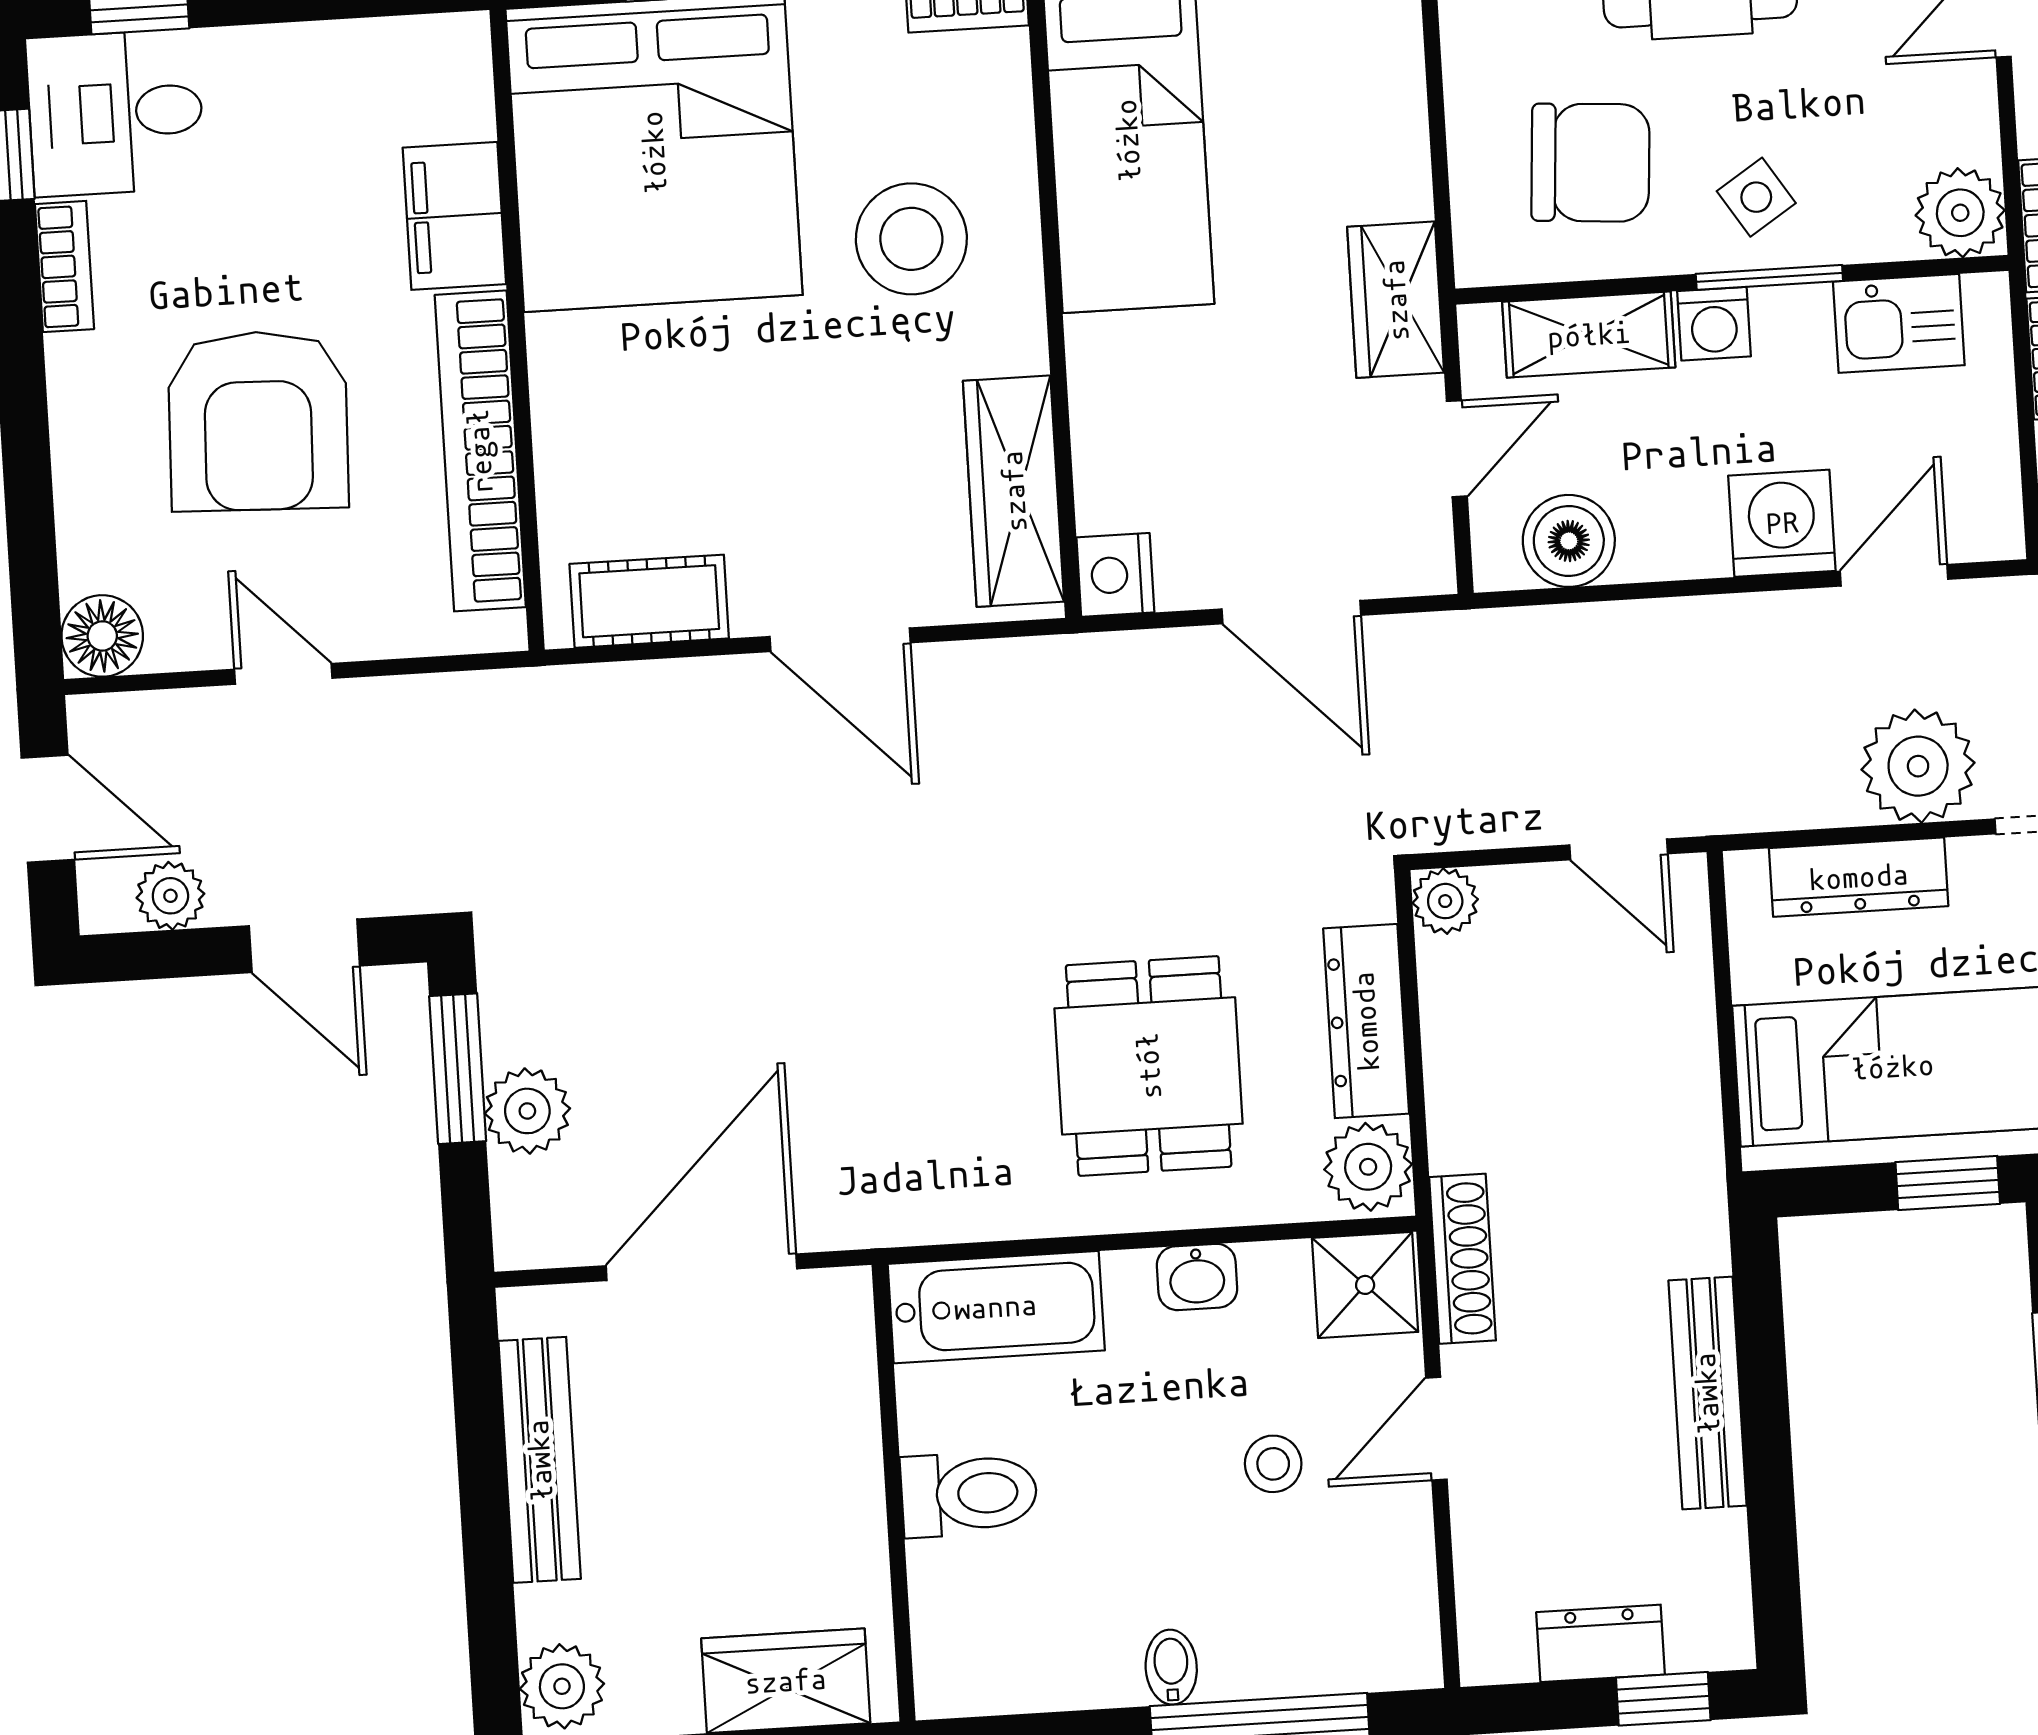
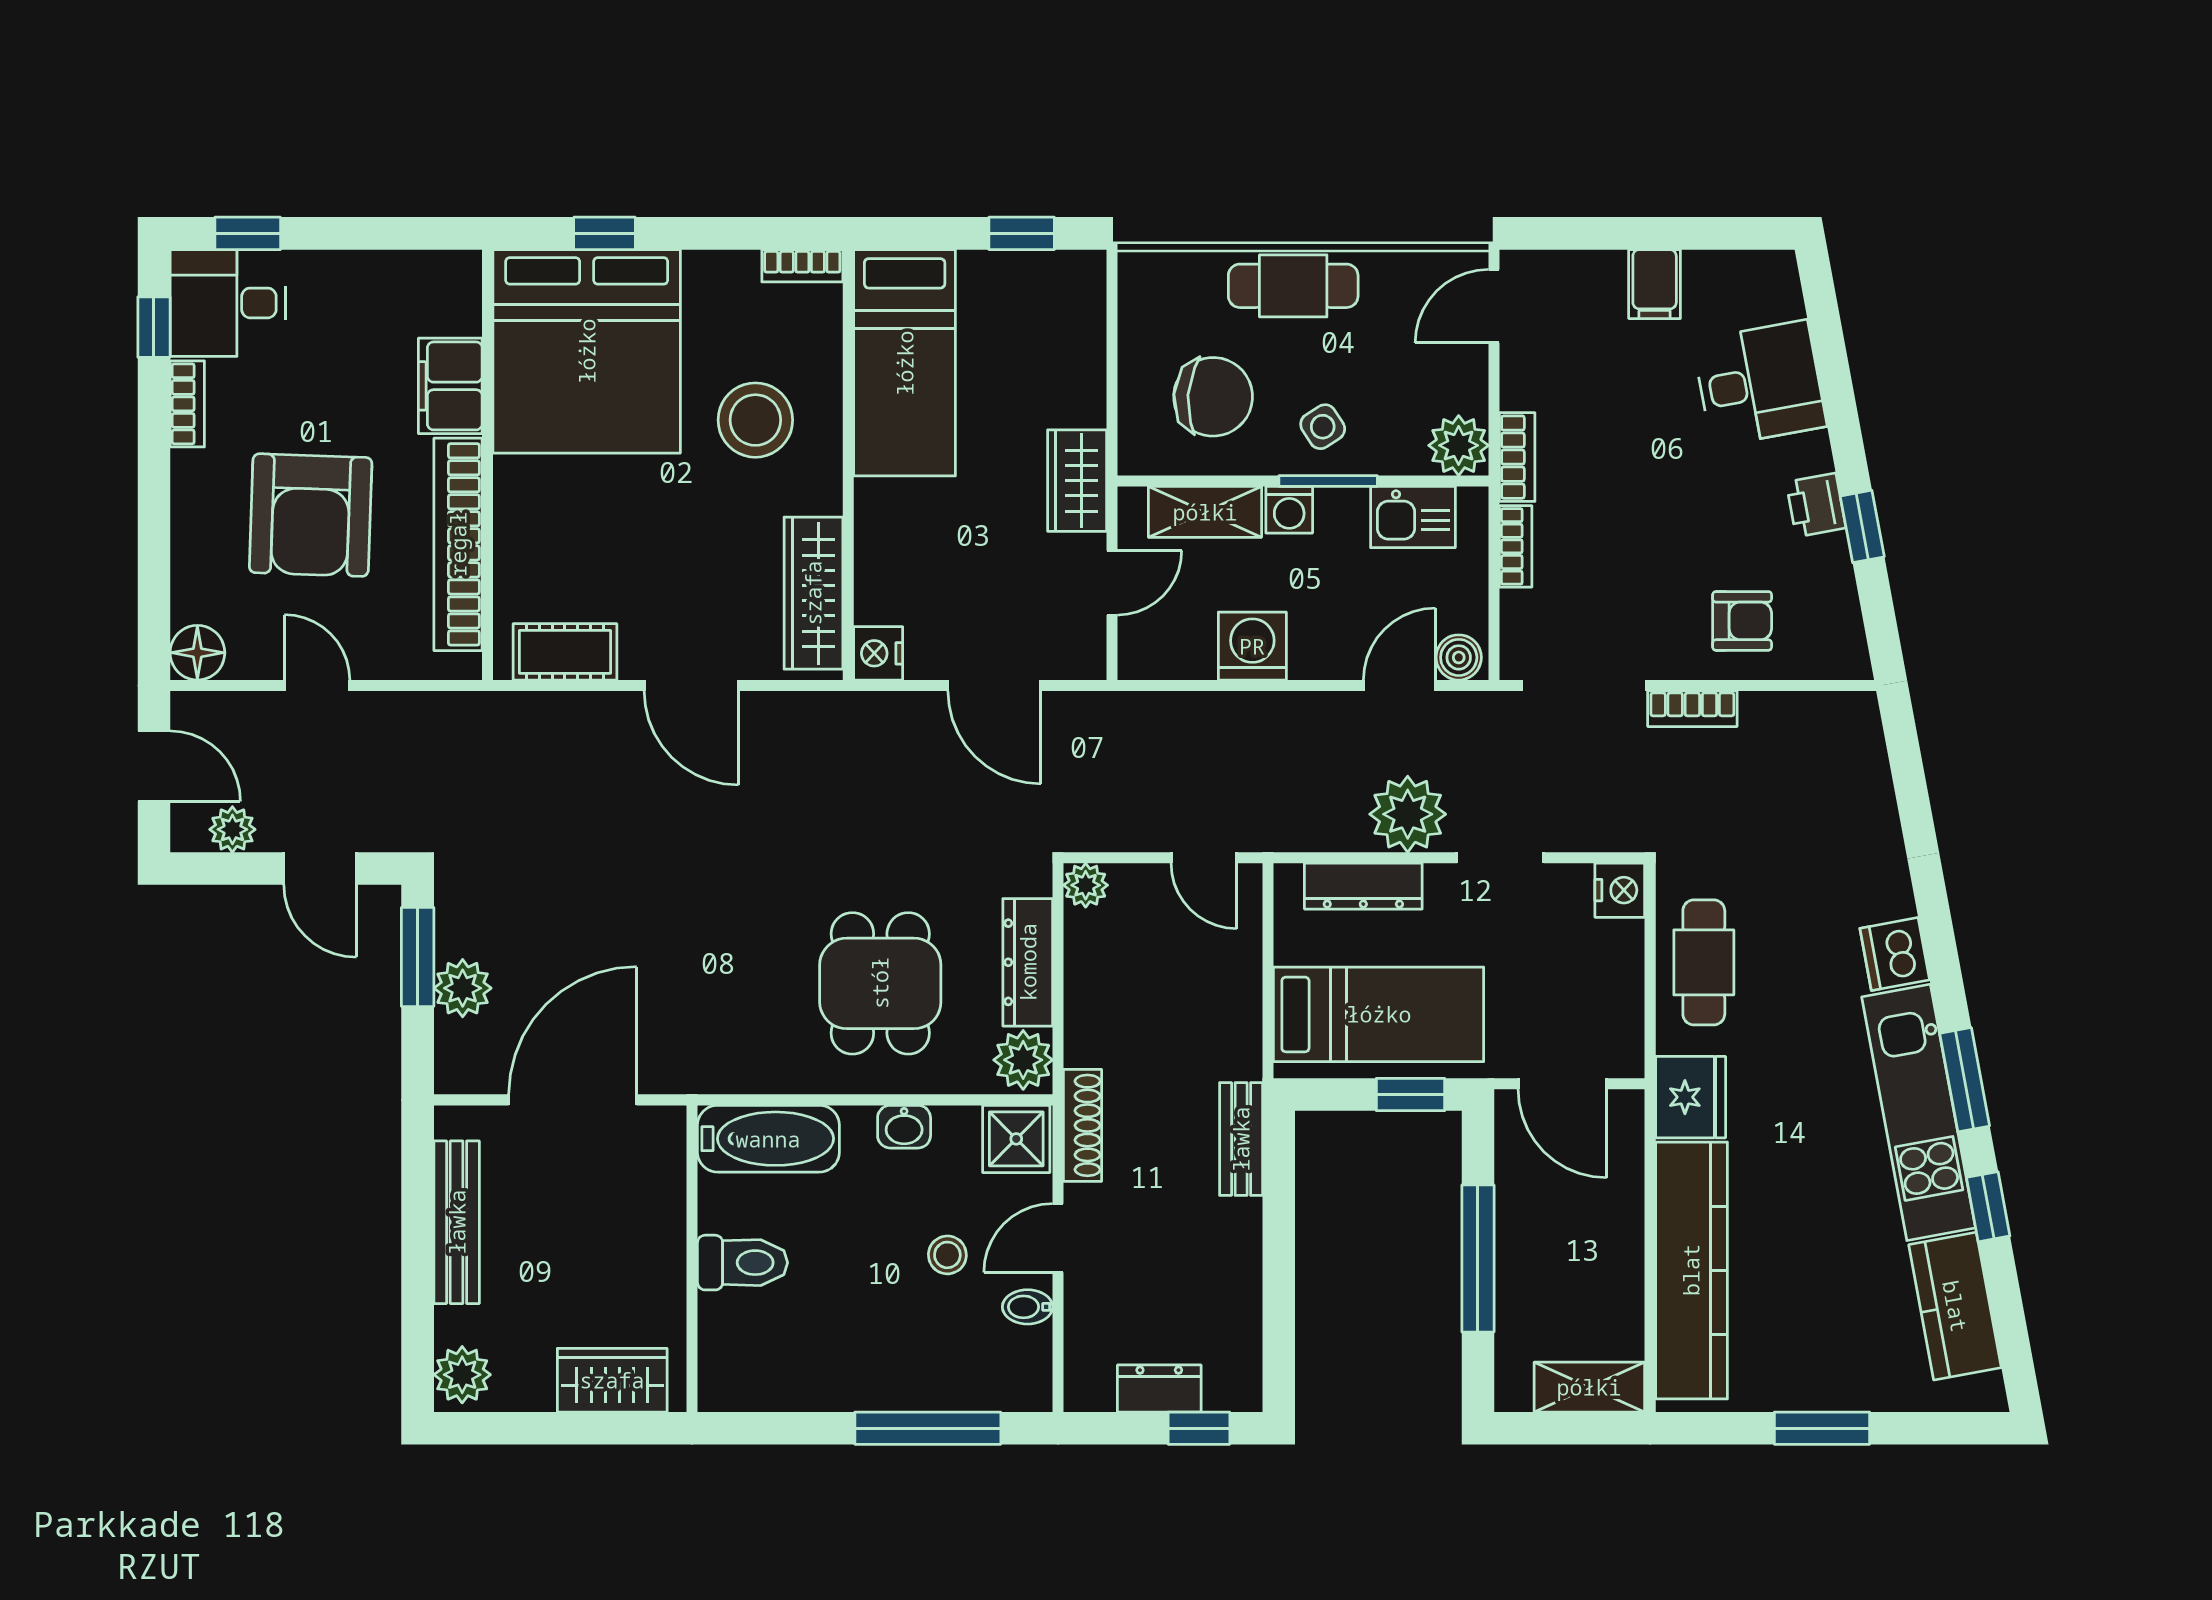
washing machine: (1782, 523) -> (1252, 646), moved
boiler: (1569, 541) -> (1459, 657), moved, width x0.73, depth x0.73
bench: (1707, 1393) -> (1241, 1139), moved, width x0.73
bidet: (1171, 1667) -> (1028, 1307), moved, turned -90

